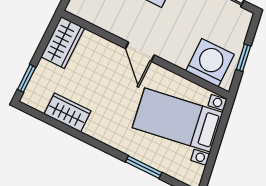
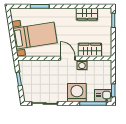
wardrobe: (63, 42) -> (90, 50), moved, turned 90
washing machine: (210, 63) -> (82, 65), moved, width x0.53, depth x0.53

